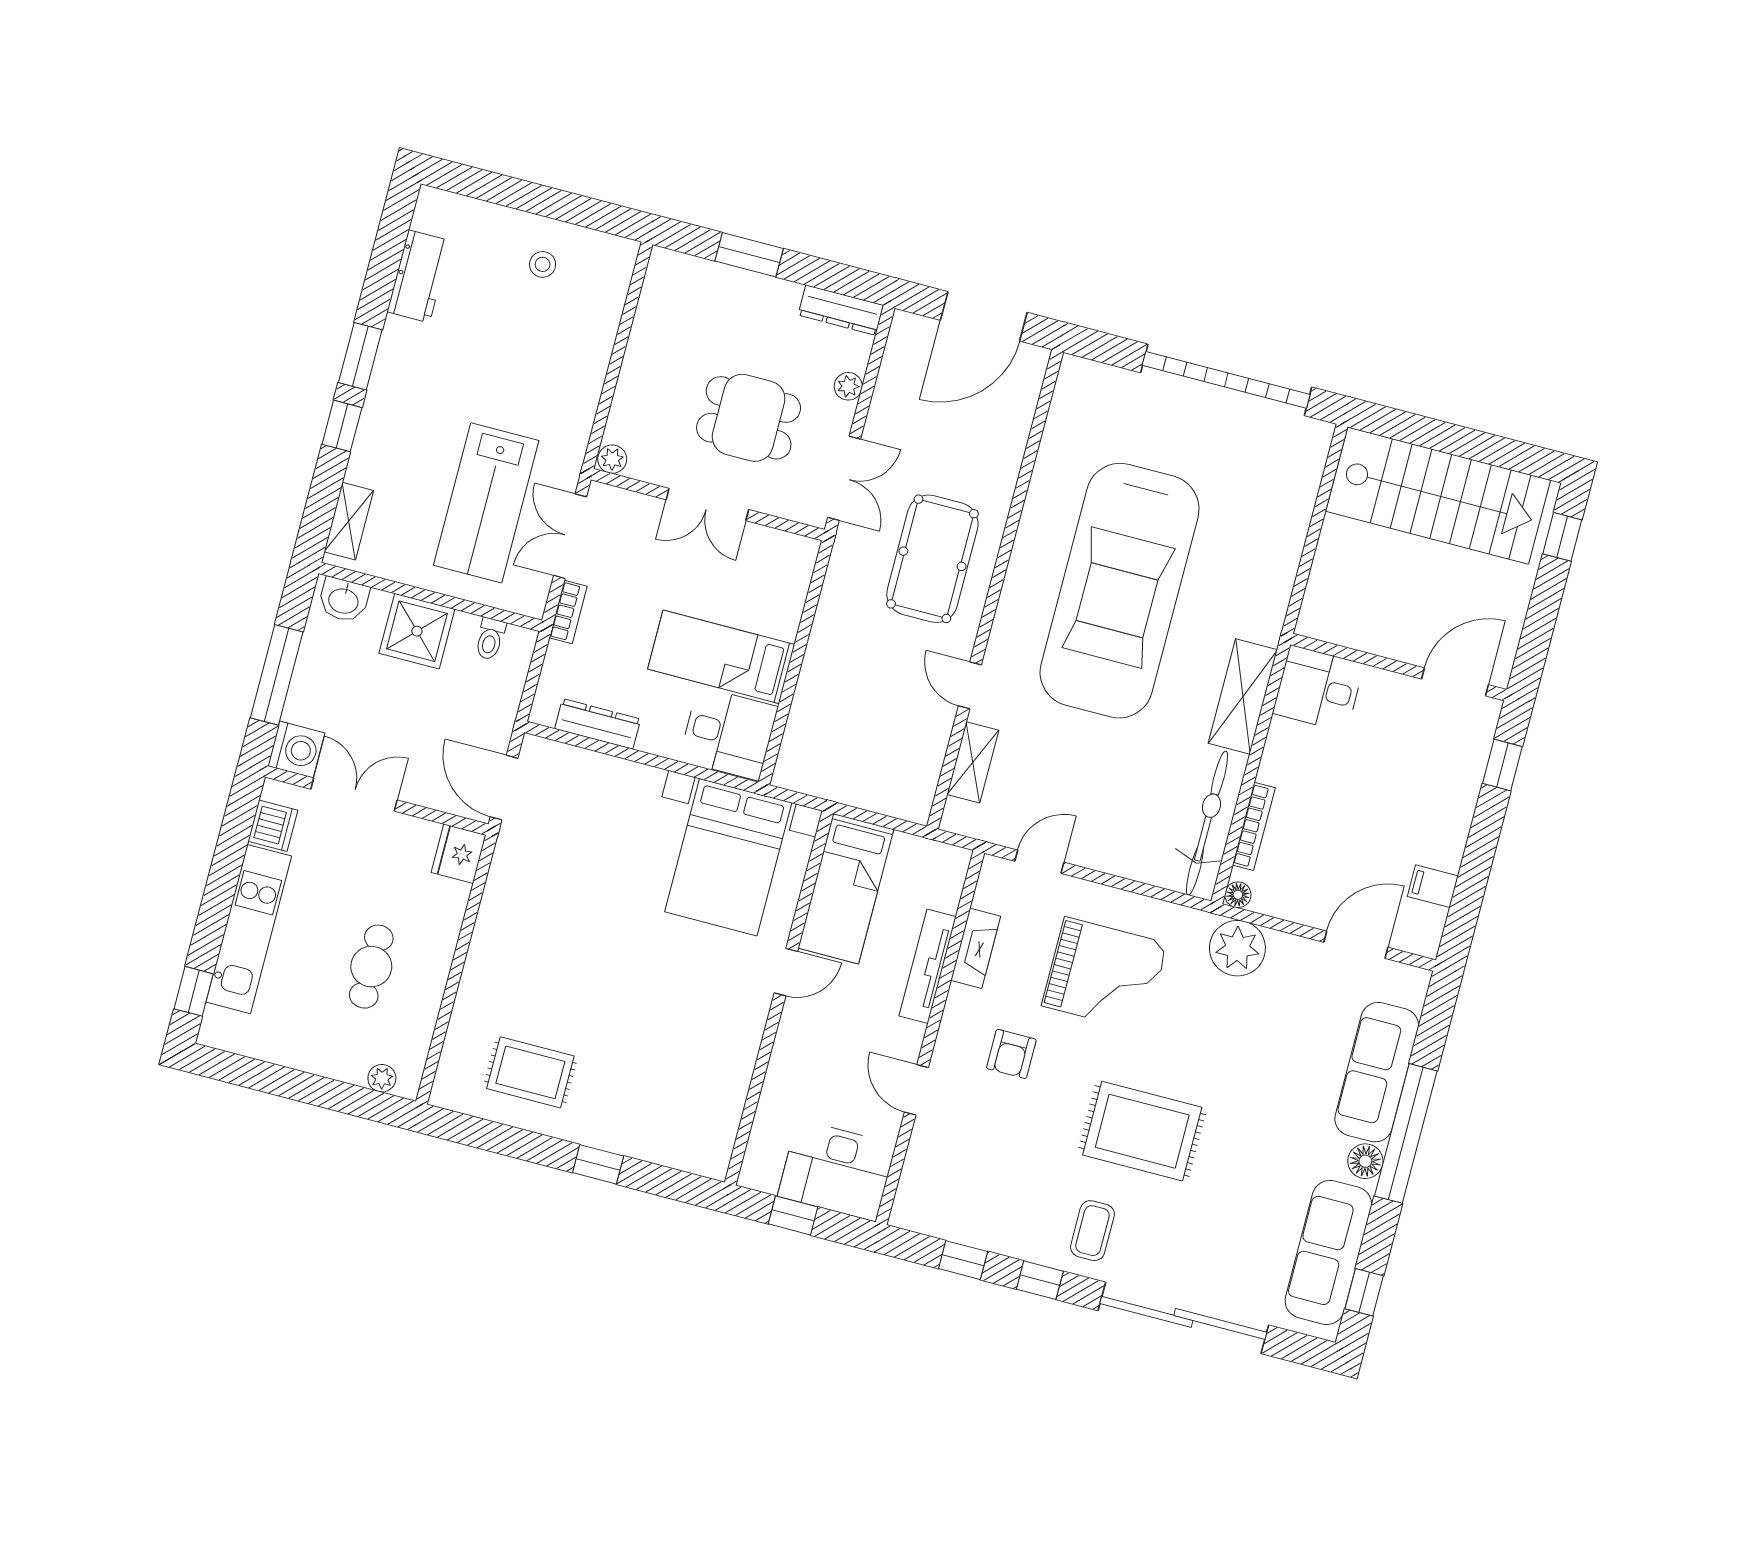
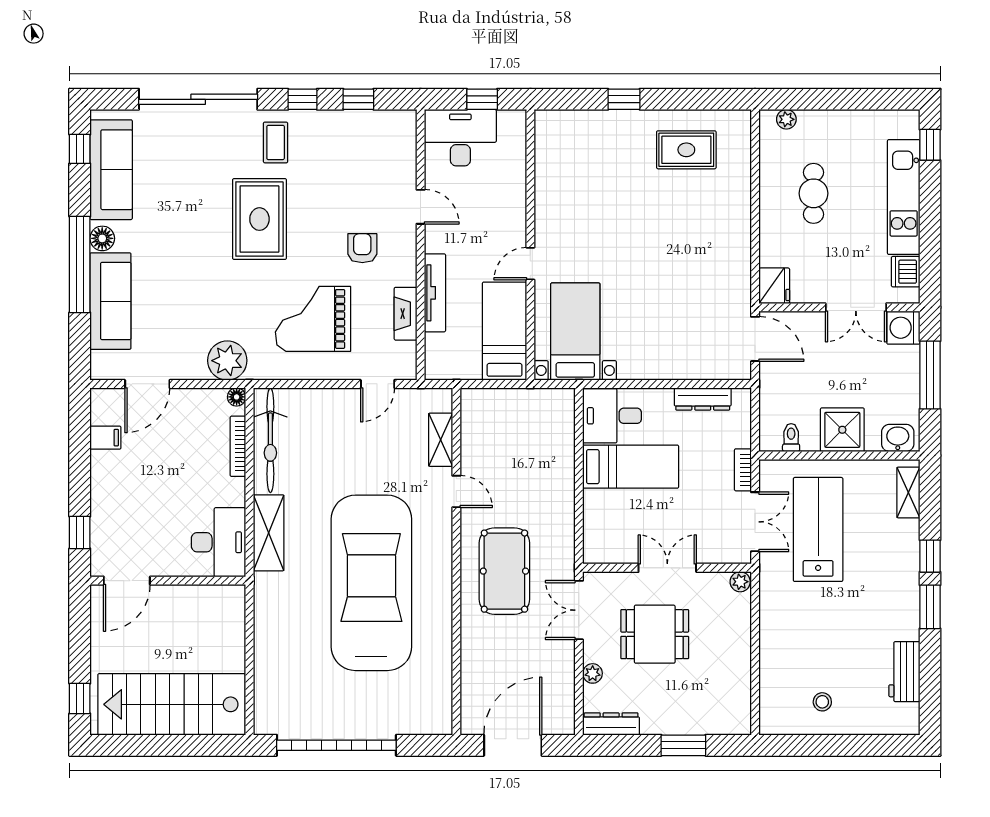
desk: (1318, 689) -> (219, 542), width x1.37
bed with nightstands: (728, 857) -> (575, 332), width x0.73
rug: (1142, 1131) -> (259, 219), turned 90

